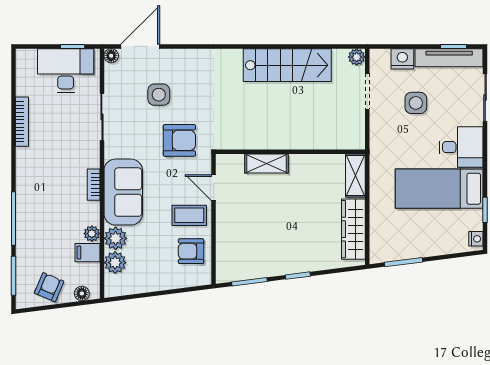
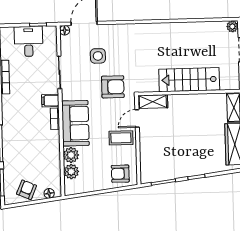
stairs: (287, 65) -> (189, 80), moved, turned 180
desk: (66, 71) -> (29, 41), width x0.73
shelving: (267, 164) -> (153, 102), moved
door: (214, 188) -> (137, 119), hinge flipped
plant: (92, 234) -> (55, 152), removed
armchair: (191, 251) -> (120, 174), moved
filing cabinet: (87, 253) -> (50, 101), moved

